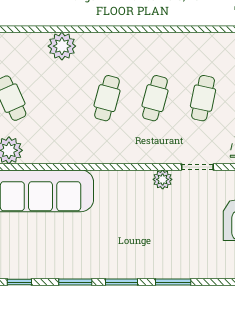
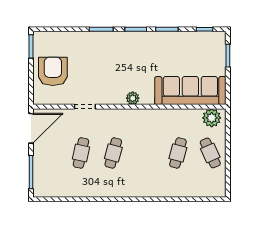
plant: (62, 46) -> (176, 188), removed
cafe table: (107, 98) -> (178, 153), moved
plant: (163, 179) -> (133, 98), moved

